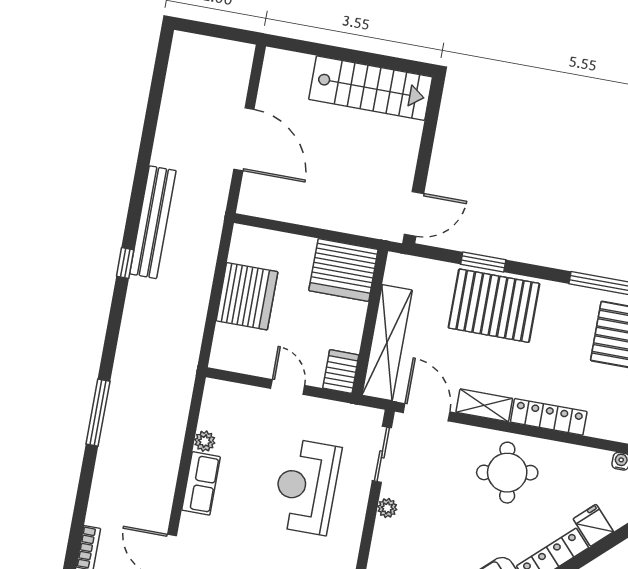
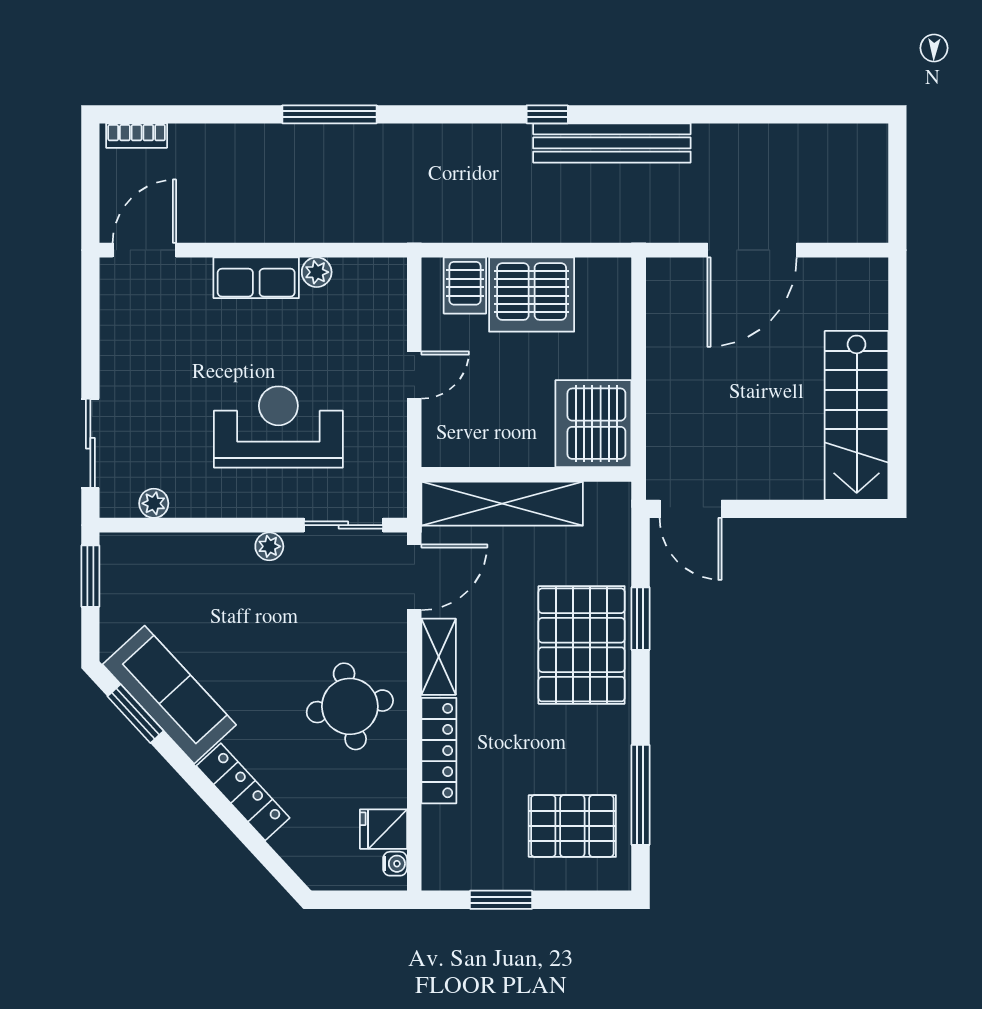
server rack: (341, 371) -> (465, 285), moved, turned 90
fridge: (593, 525) -> (383, 829), moved, turned -137

